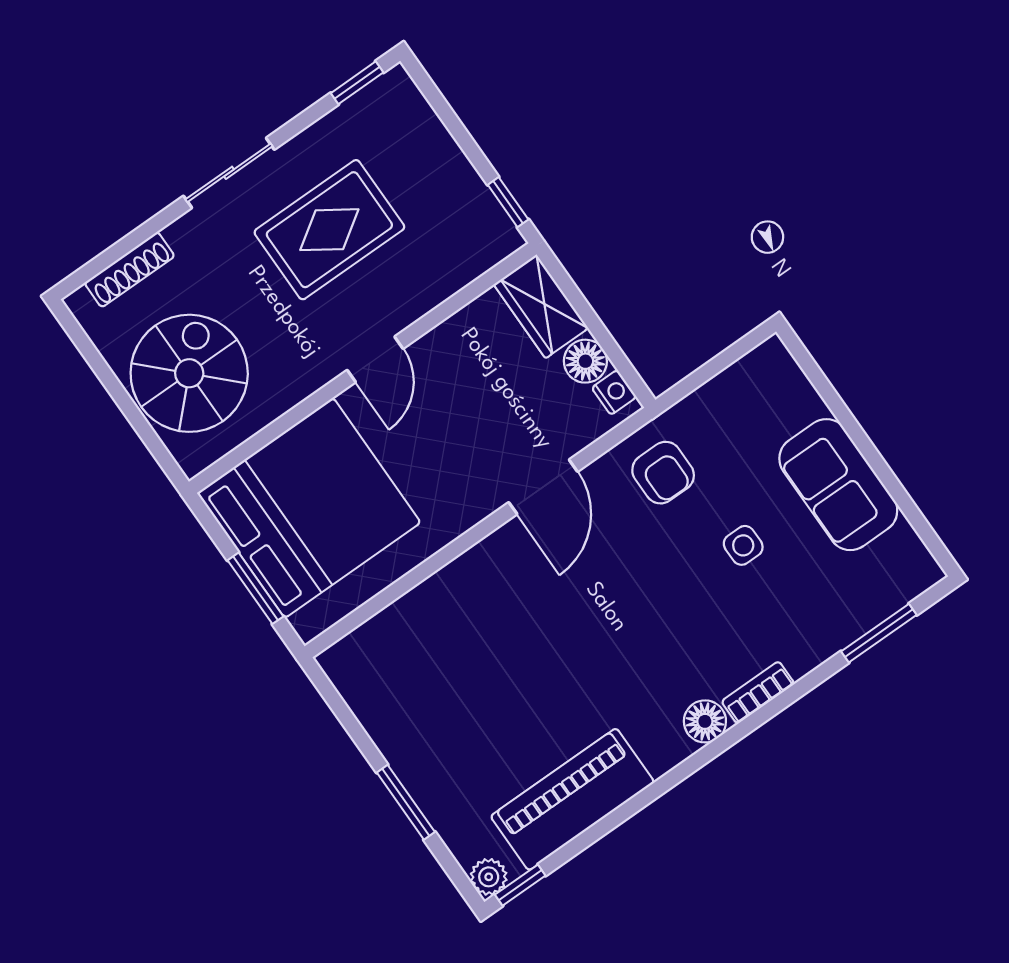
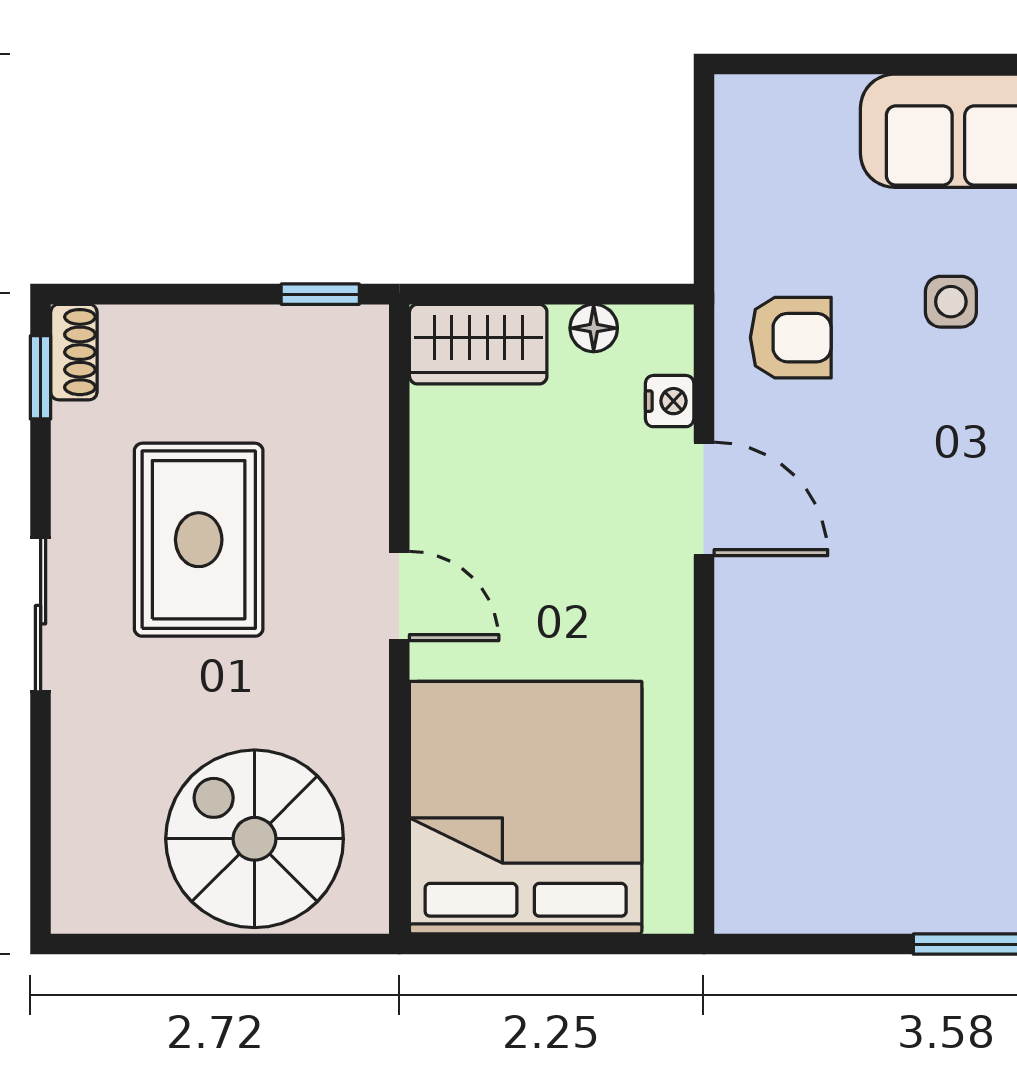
shoe rack: (130, 270) -> (74, 352), moved, width x0.70
floor lamp: (585, 361) -> (594, 328), width x0.73, depth x0.73
nightstand: (614, 392) -> (670, 401), moved, turned 90
window: (255, 588) -> (579, 944), removed

